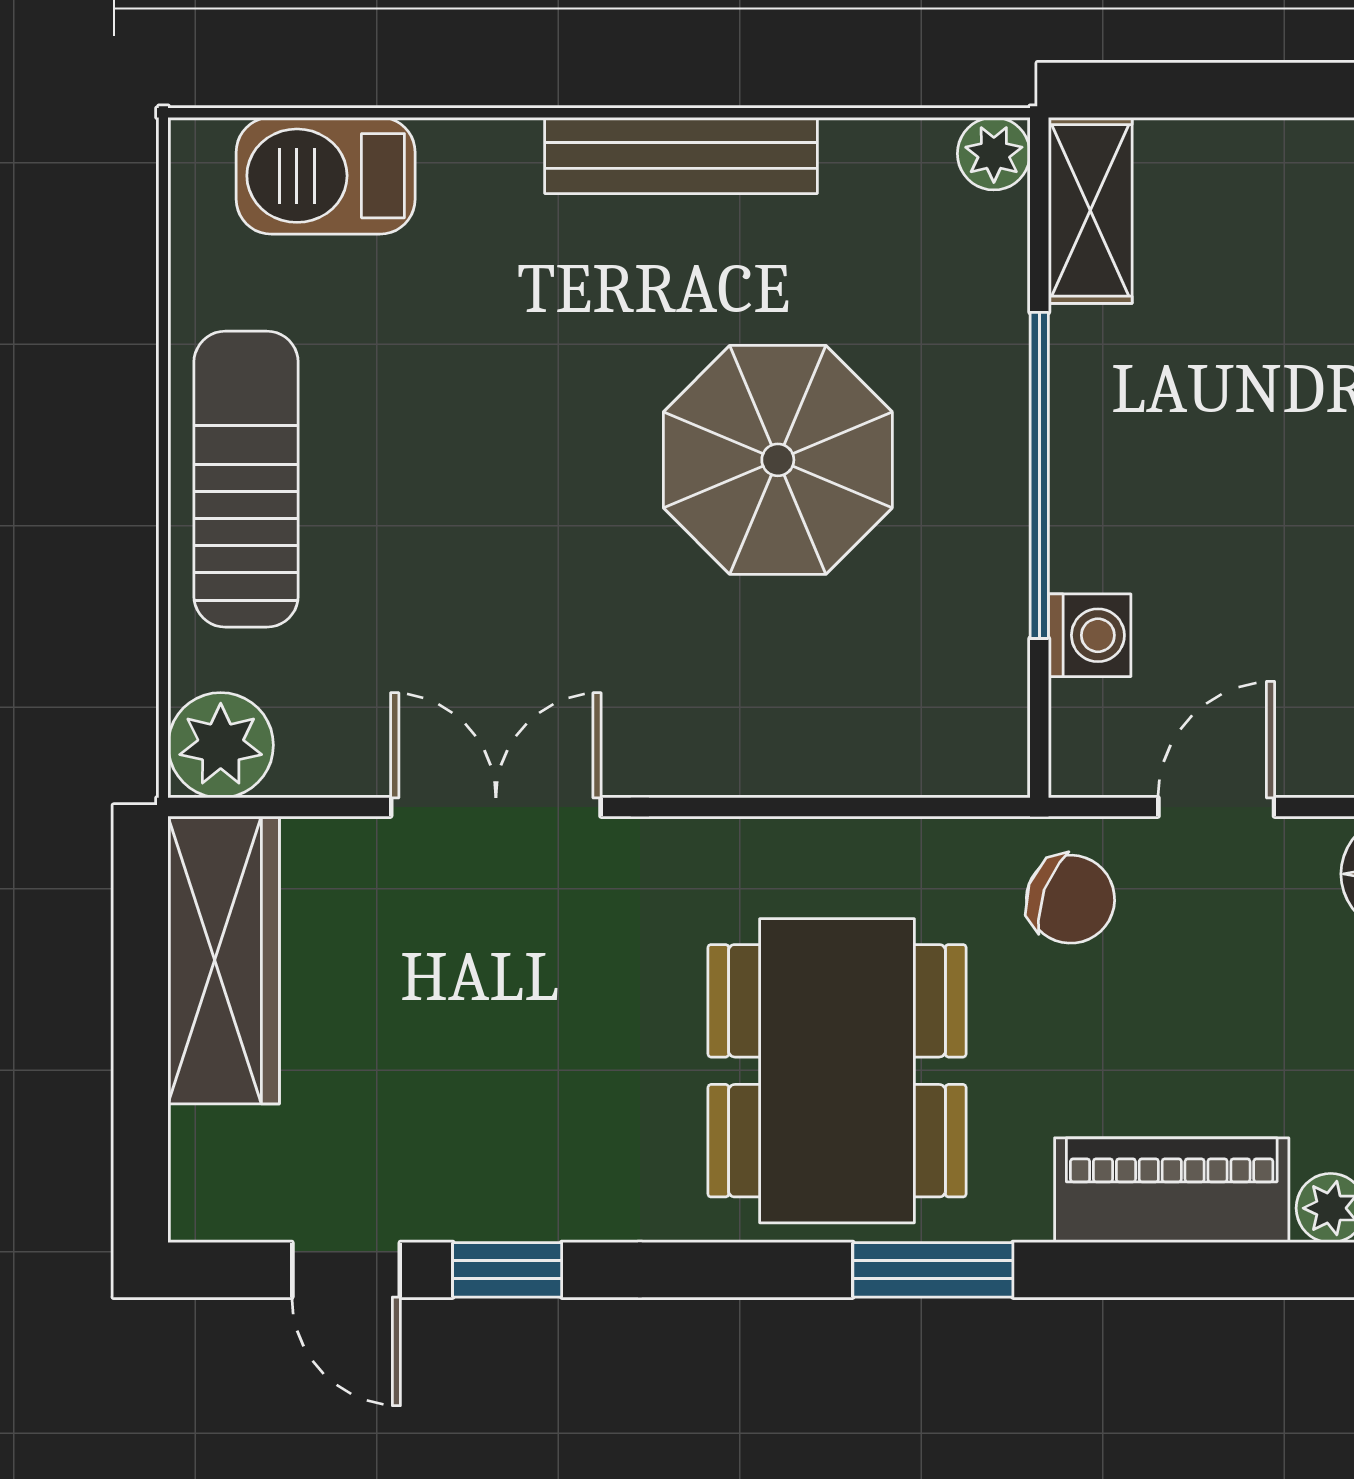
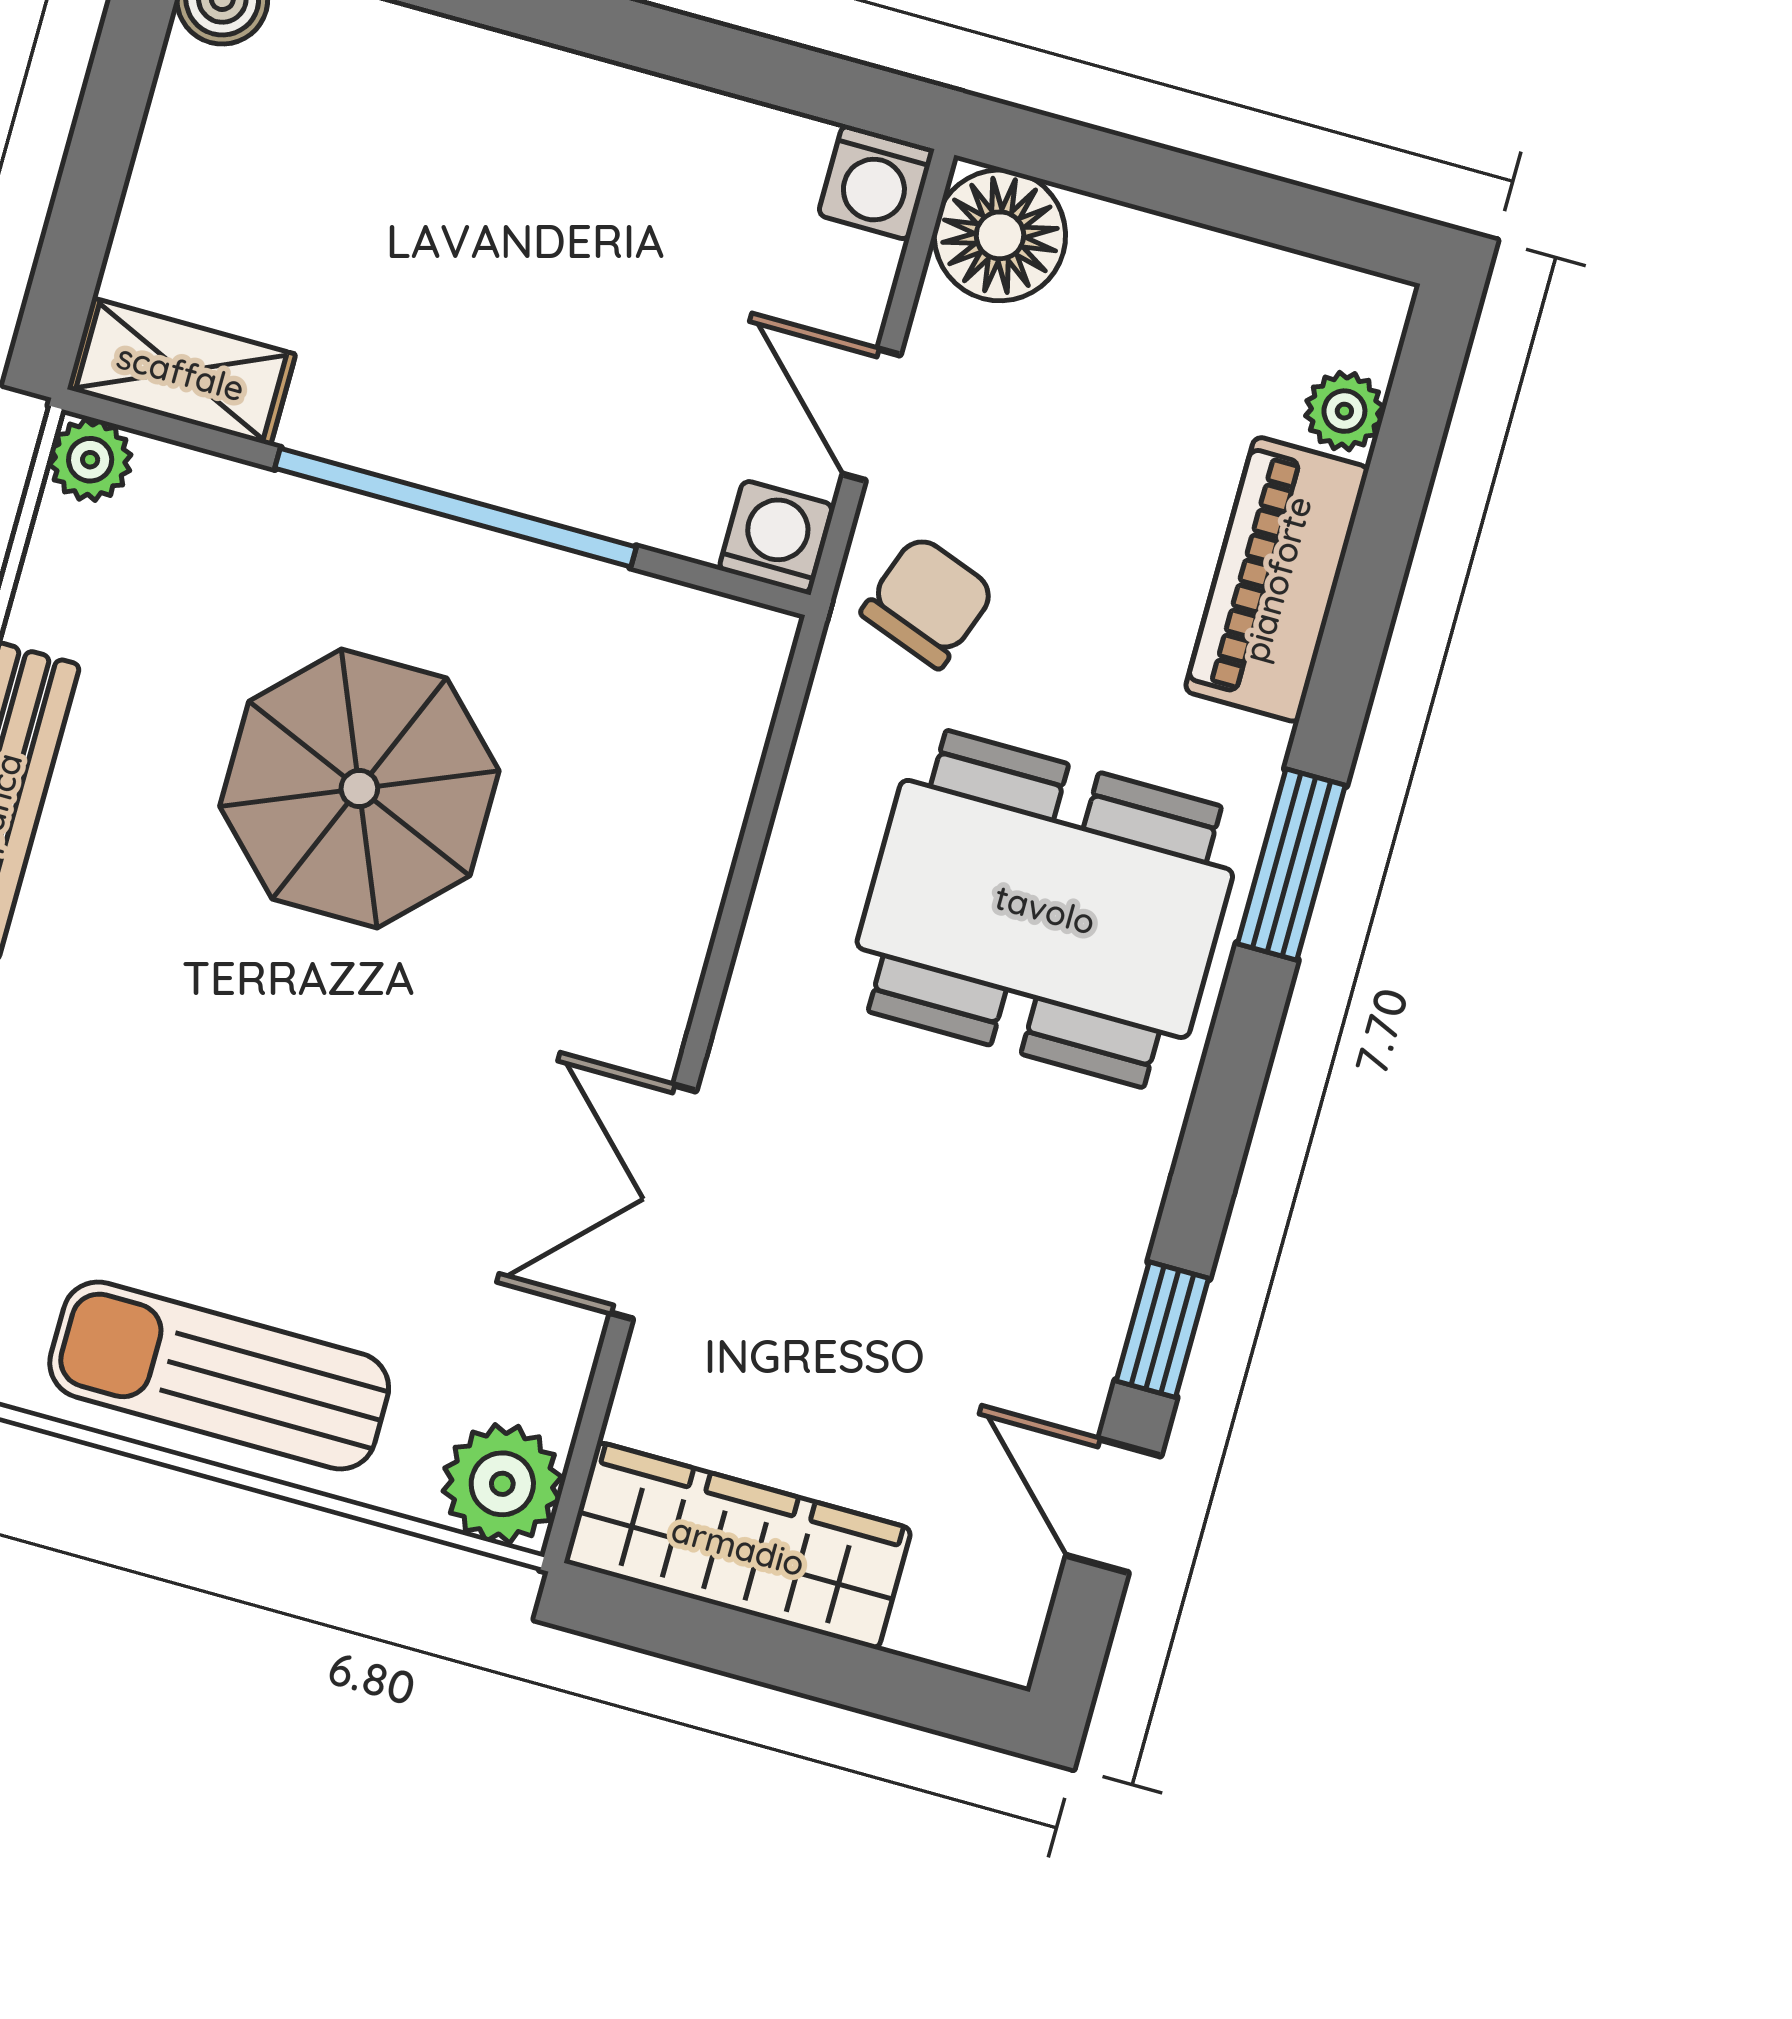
washing machine: (1090, 635) -> (776, 537), moved
door: (346, 1270) -> (1114, 1506), swing flipped

